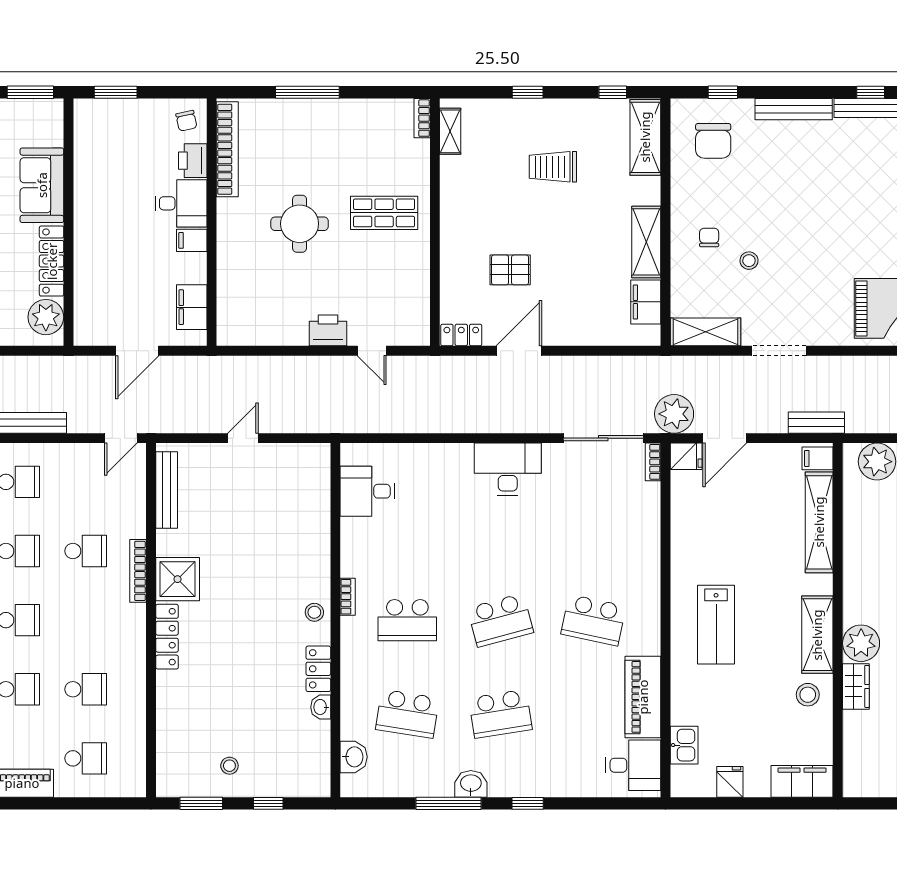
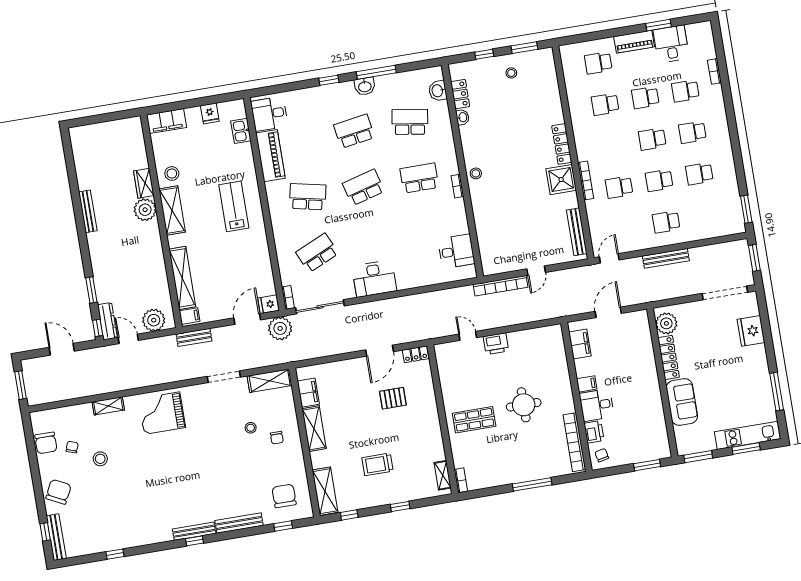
trolley: (553, 167) -> (378, 464), turned 180
bookcase: (305, 423) -> (500, 286), added
school desk: (593, 526) -> (317, 253), added
locker: (318, 669) -> (460, 94), moved

